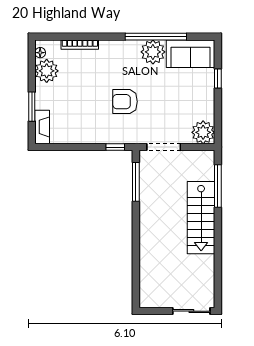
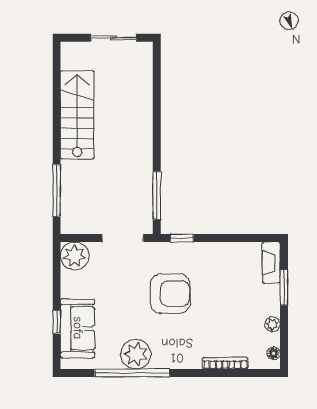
sofa: (191, 54) -> (78, 328), moved, turned 90
plant: (47, 71) -> (272, 324), width x0.53, depth x0.53
armchair: (125, 102) -> (170, 294), width x1.36, depth x1.36
stairs: (201, 218) -> (77, 115), moved
sliding door: (191, 311) -> (114, 38), moved

